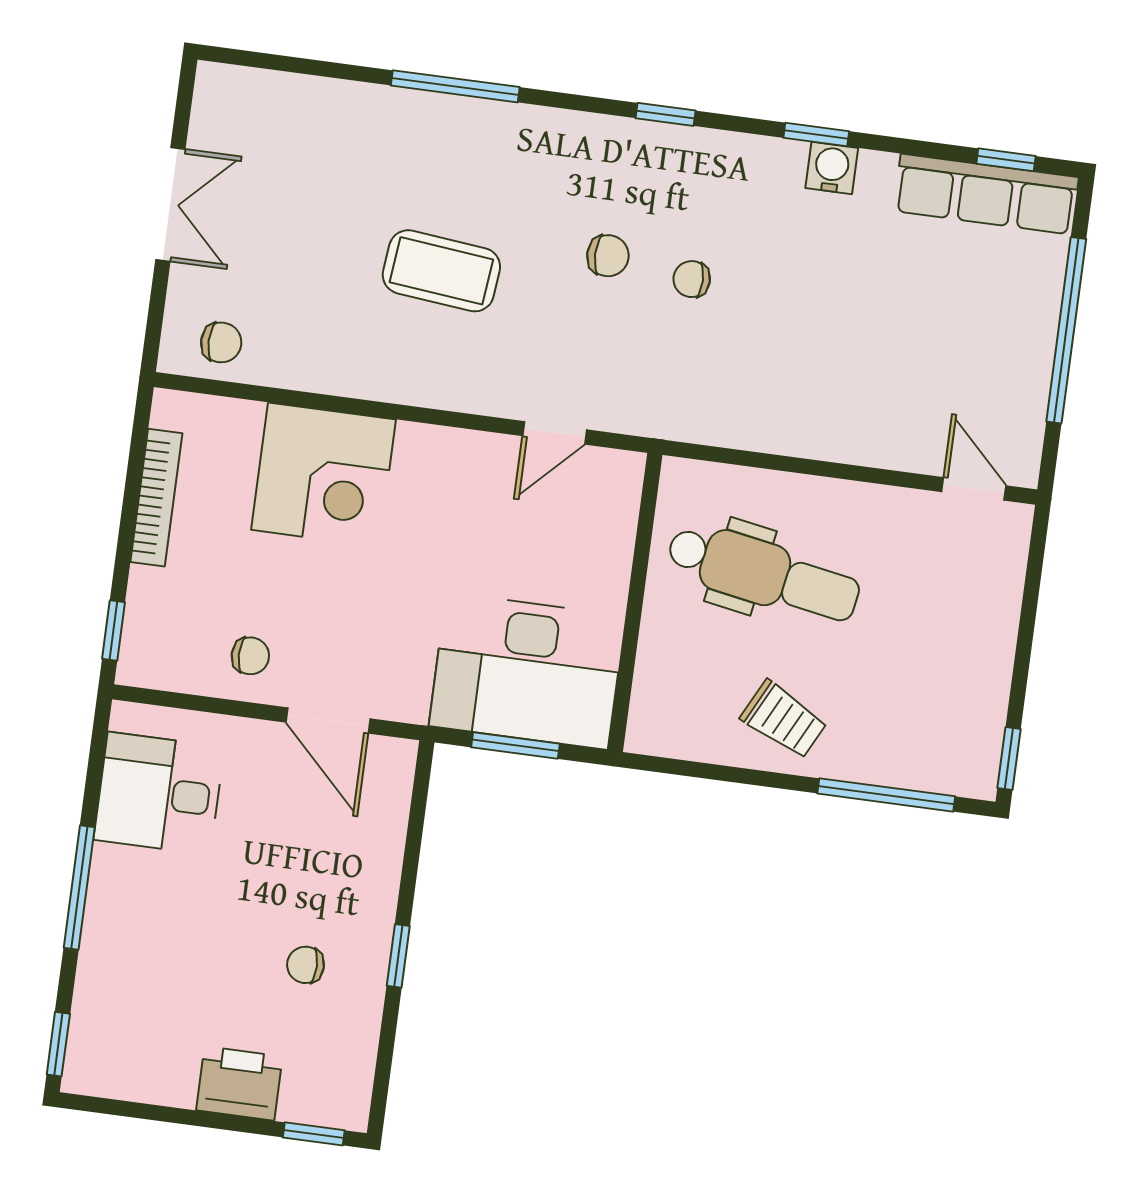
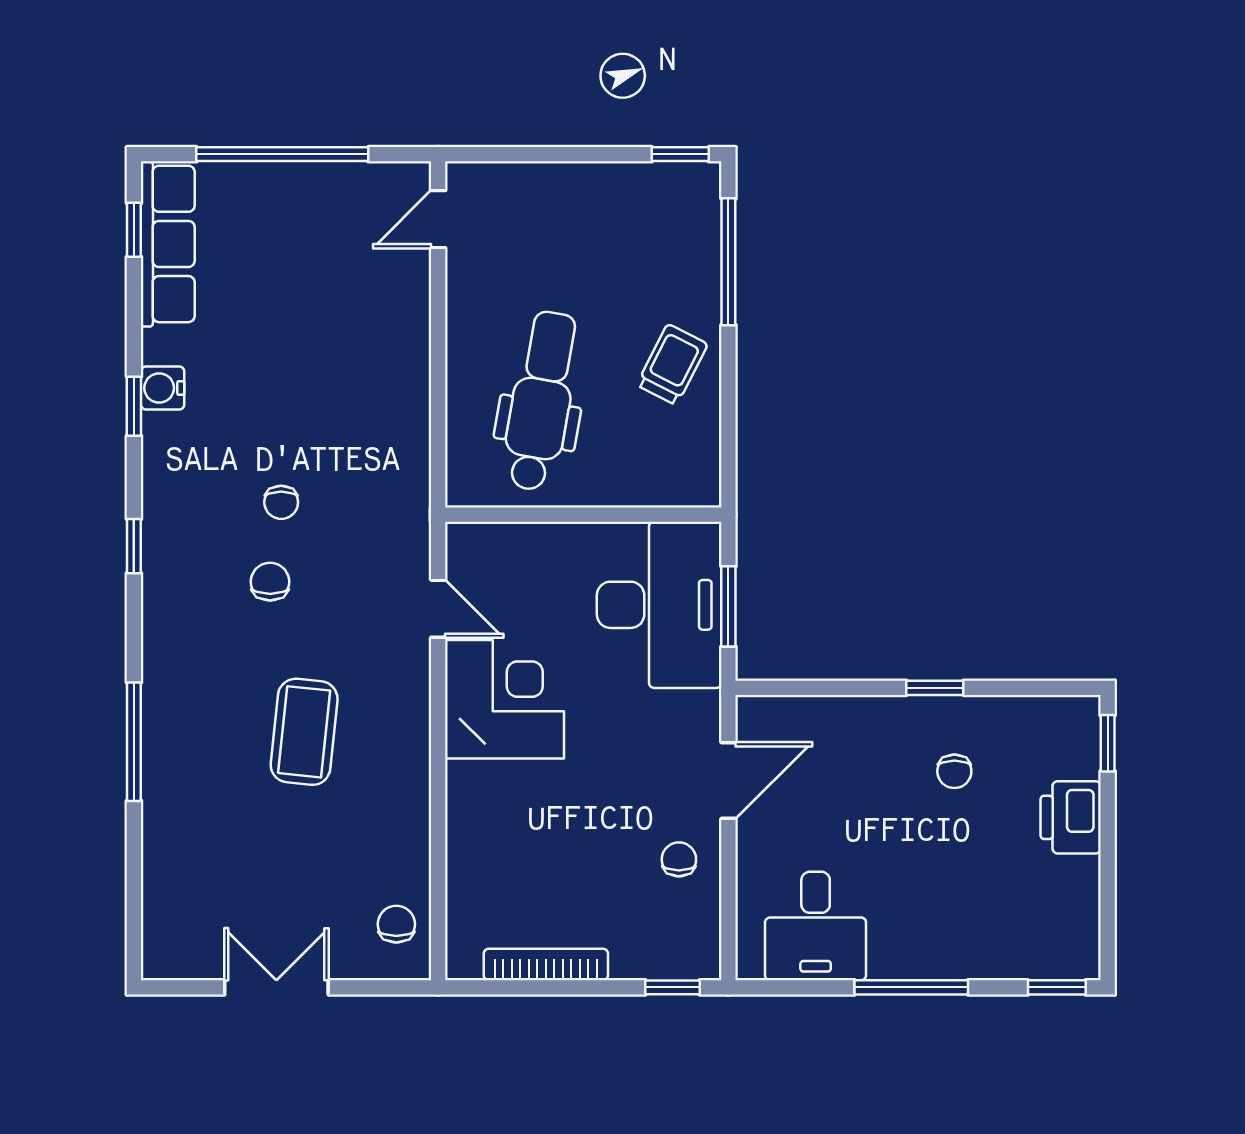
corner desk: (323, 475) -> (505, 699), moved

